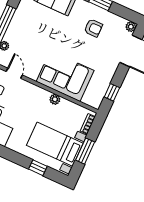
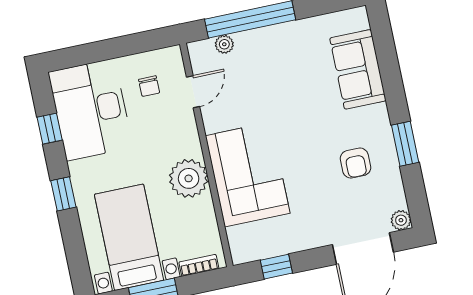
plant: (55, 99) -> (189, 178), width x1.88, depth x1.88
window: (38, 168) -> (63, 194), moved

